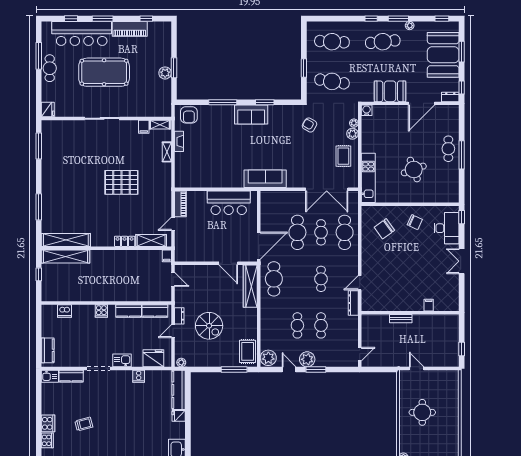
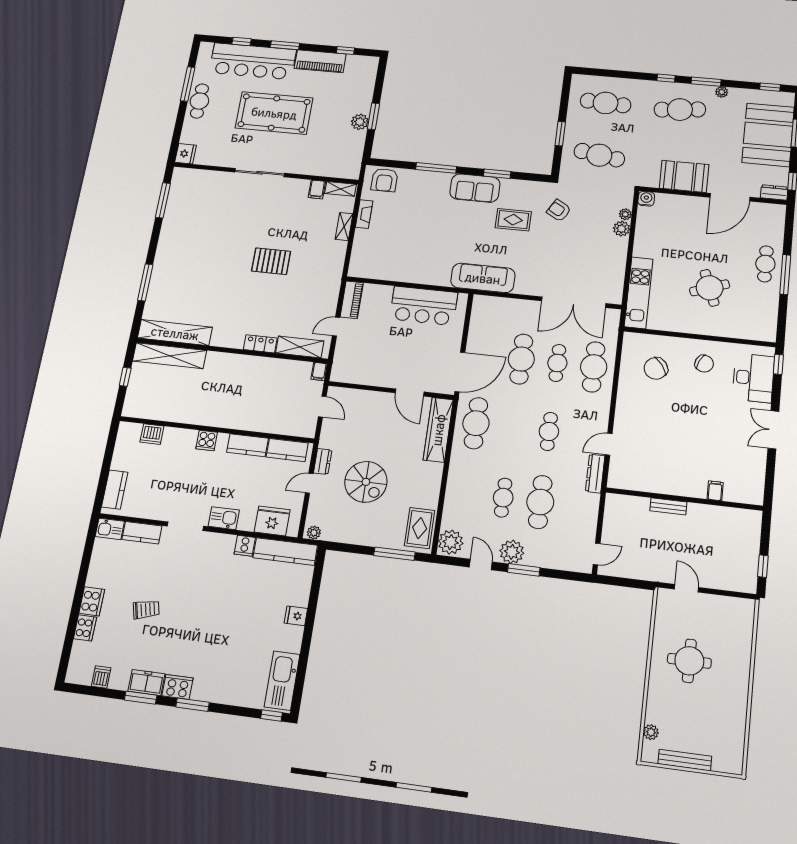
rug: (343, 156) -> (513, 220), moved, turned 90
pallet: (121, 182) -> (271, 261), width x0.73, depth x0.71
cafe table: (321, 325) -> (540, 502), width x1.37, depth x1.35
kitchen counter: (179, 390) -> (285, 551), moved, turned -90

